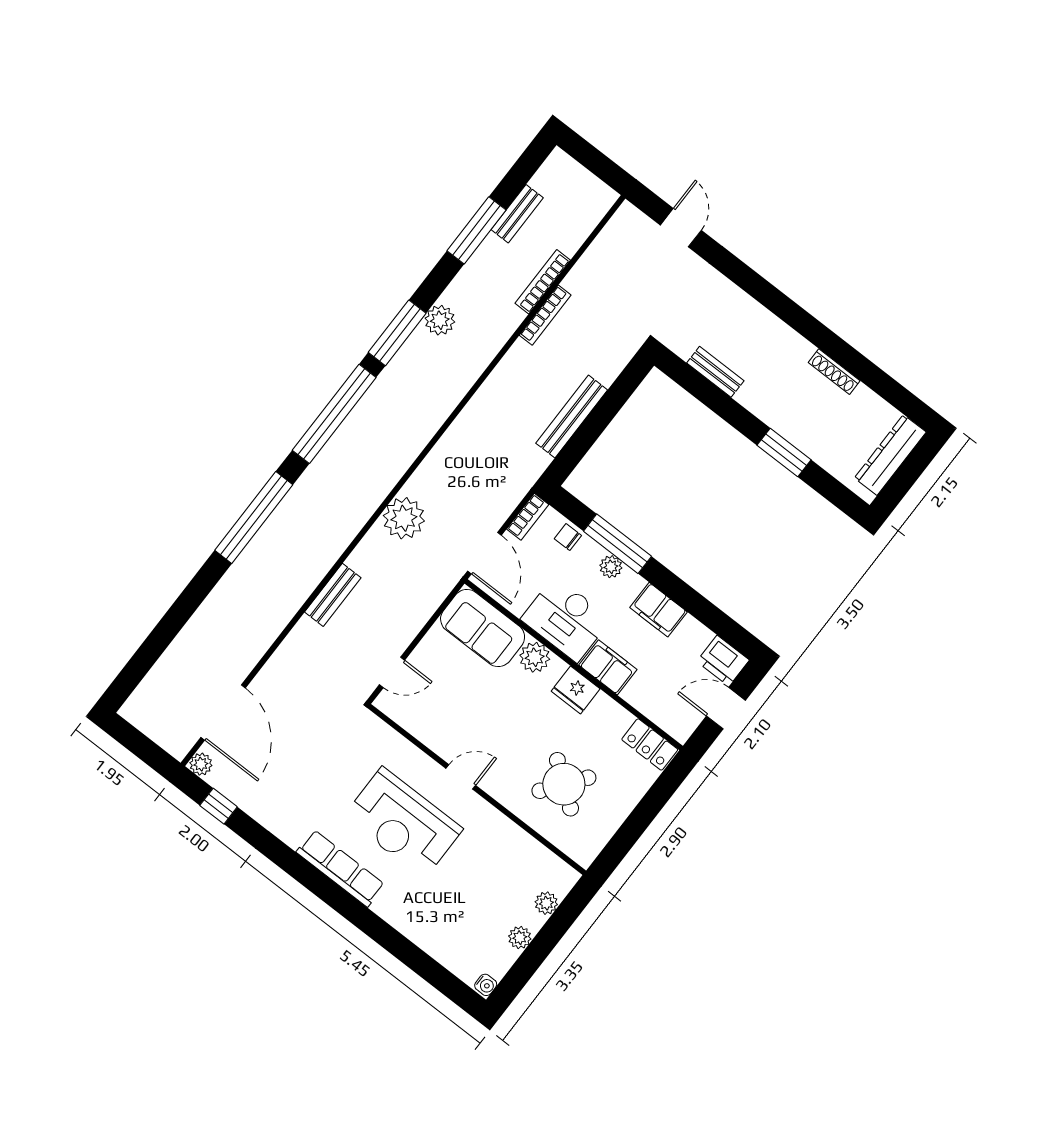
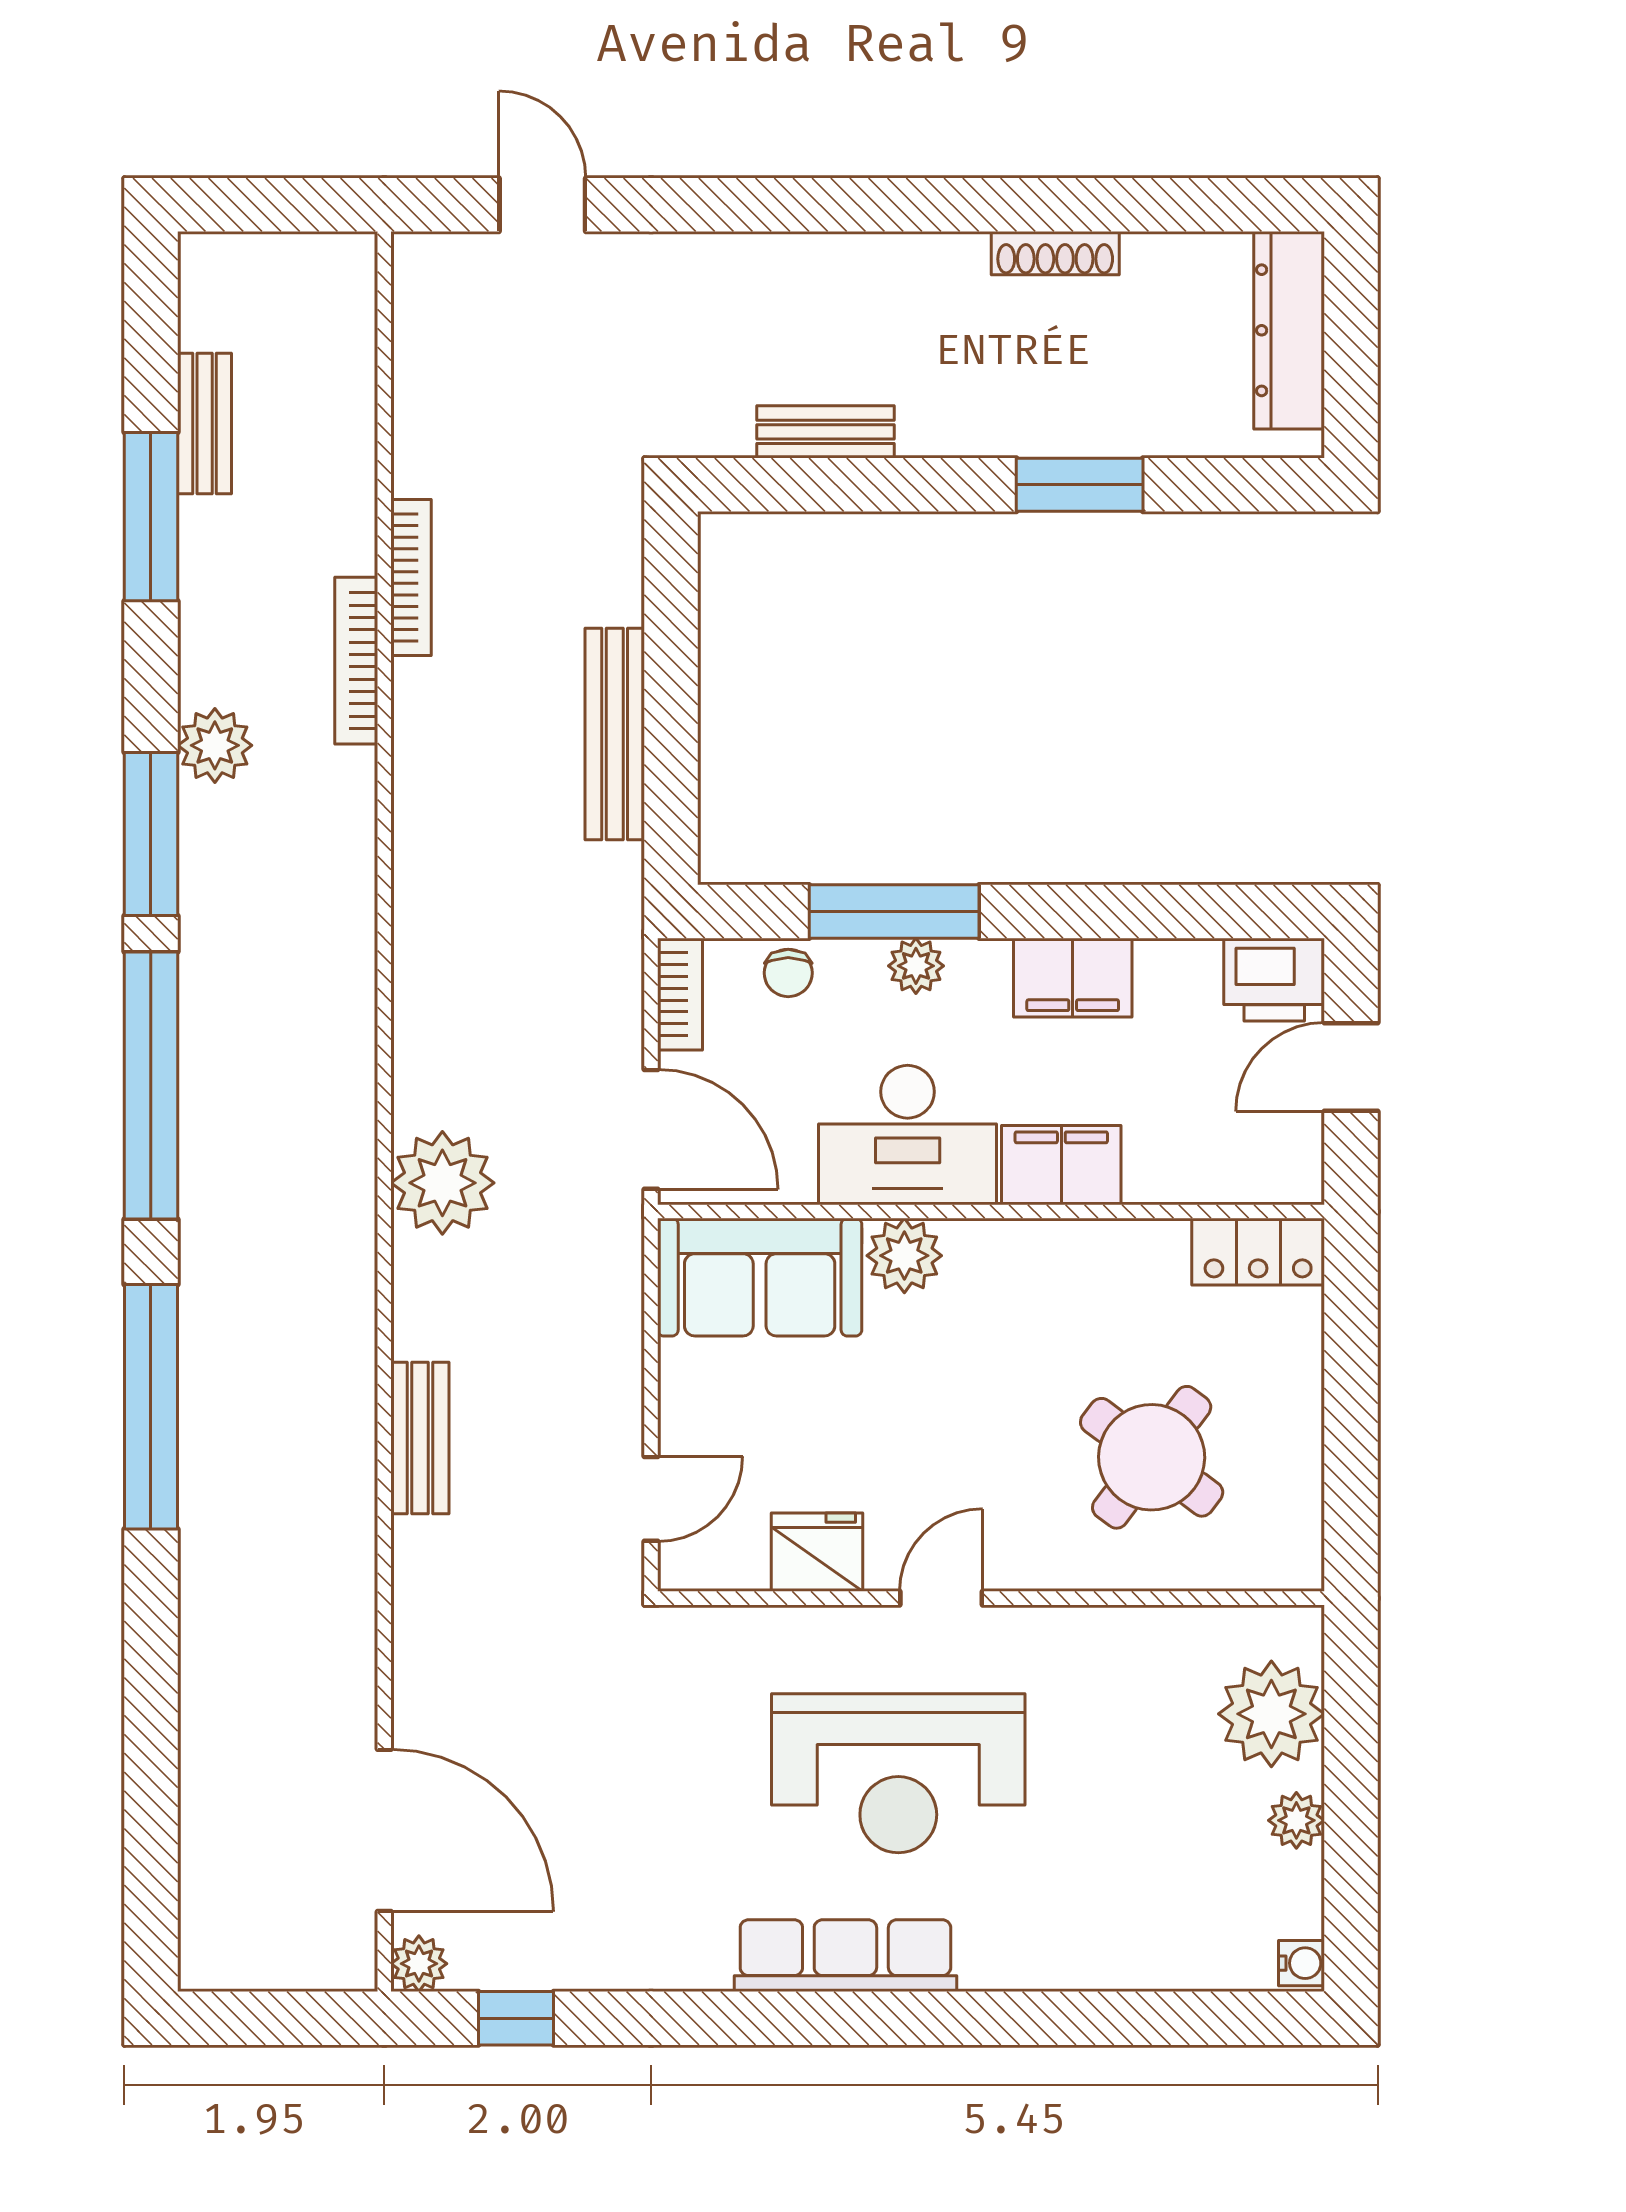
bookcase: (543, 282) -> (356, 661), moved
chair: (568, 537) -> (788, 973), turned -90
fridge: (576, 690) -> (817, 1552), moved, turned 180
plant: (546, 903) -> (1271, 1714), width x1.87, depth x1.87

